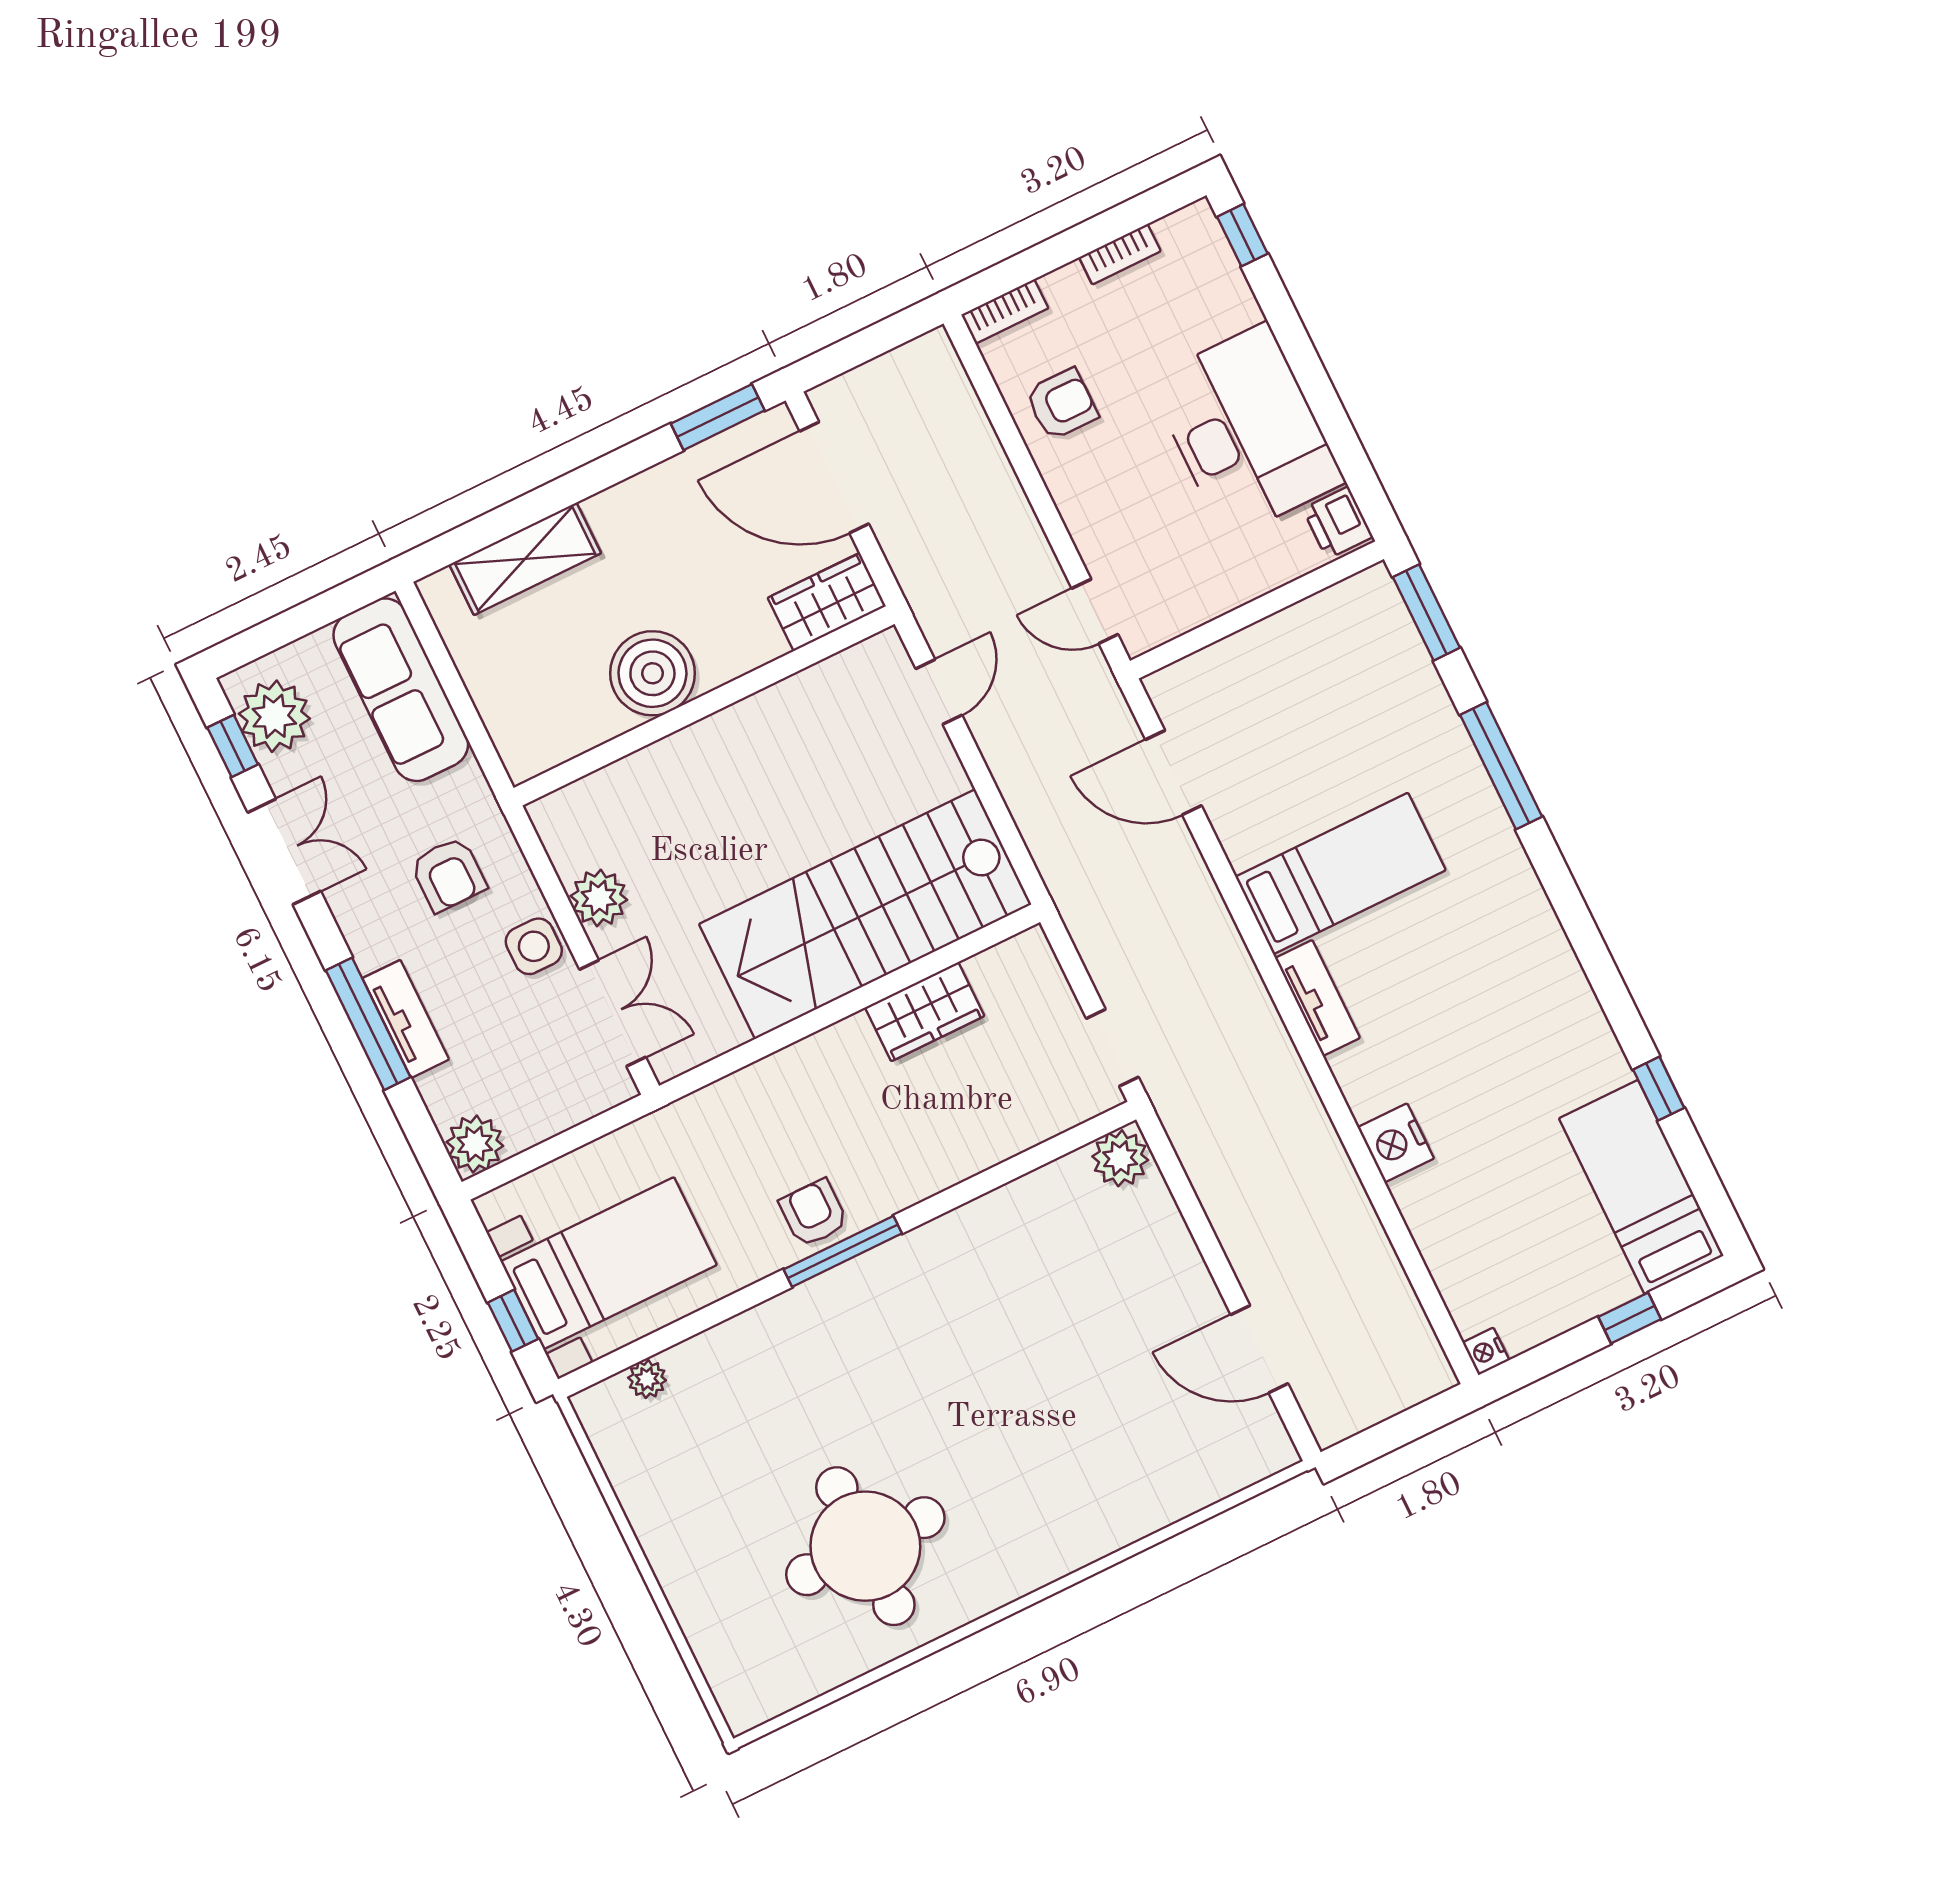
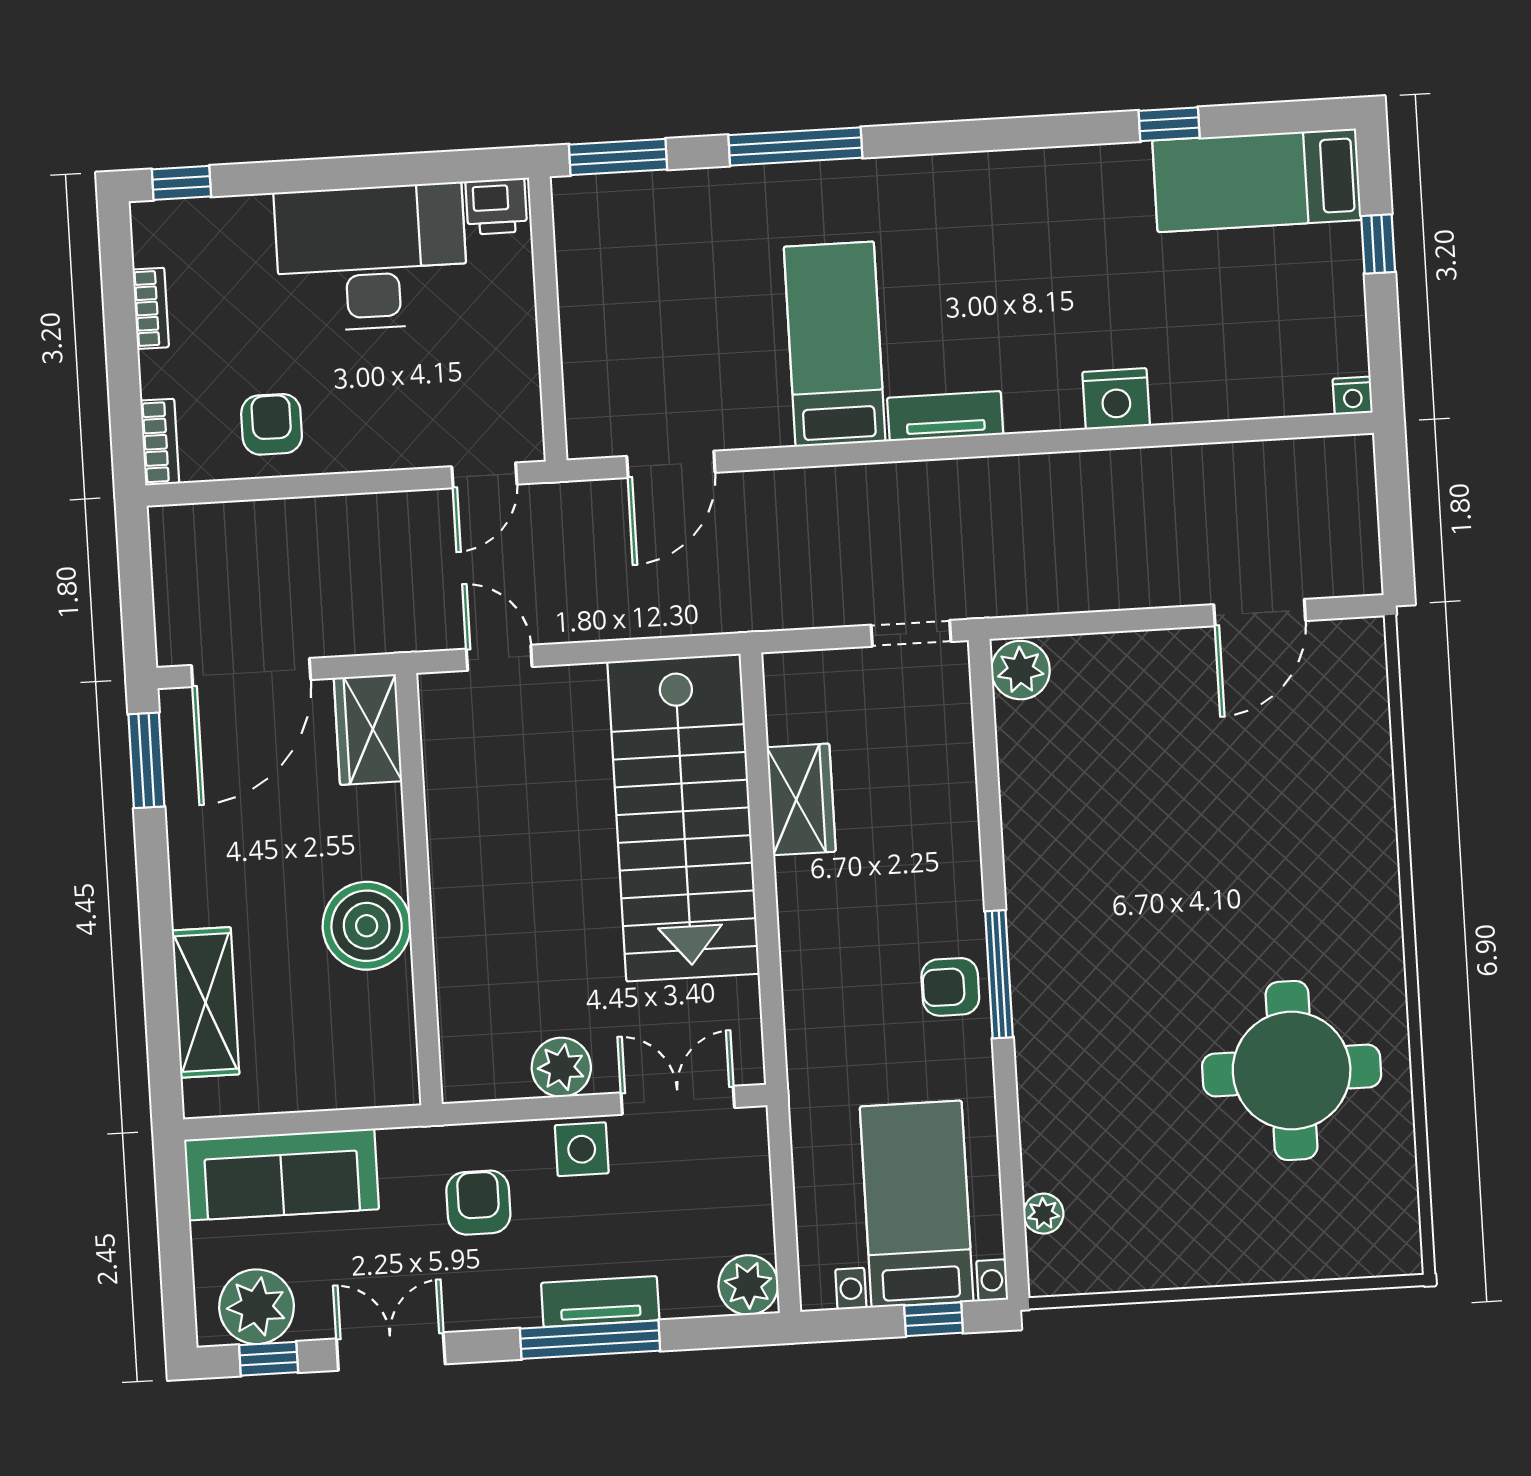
armchair: (448, 874) -> (478, 1203), turned -90

